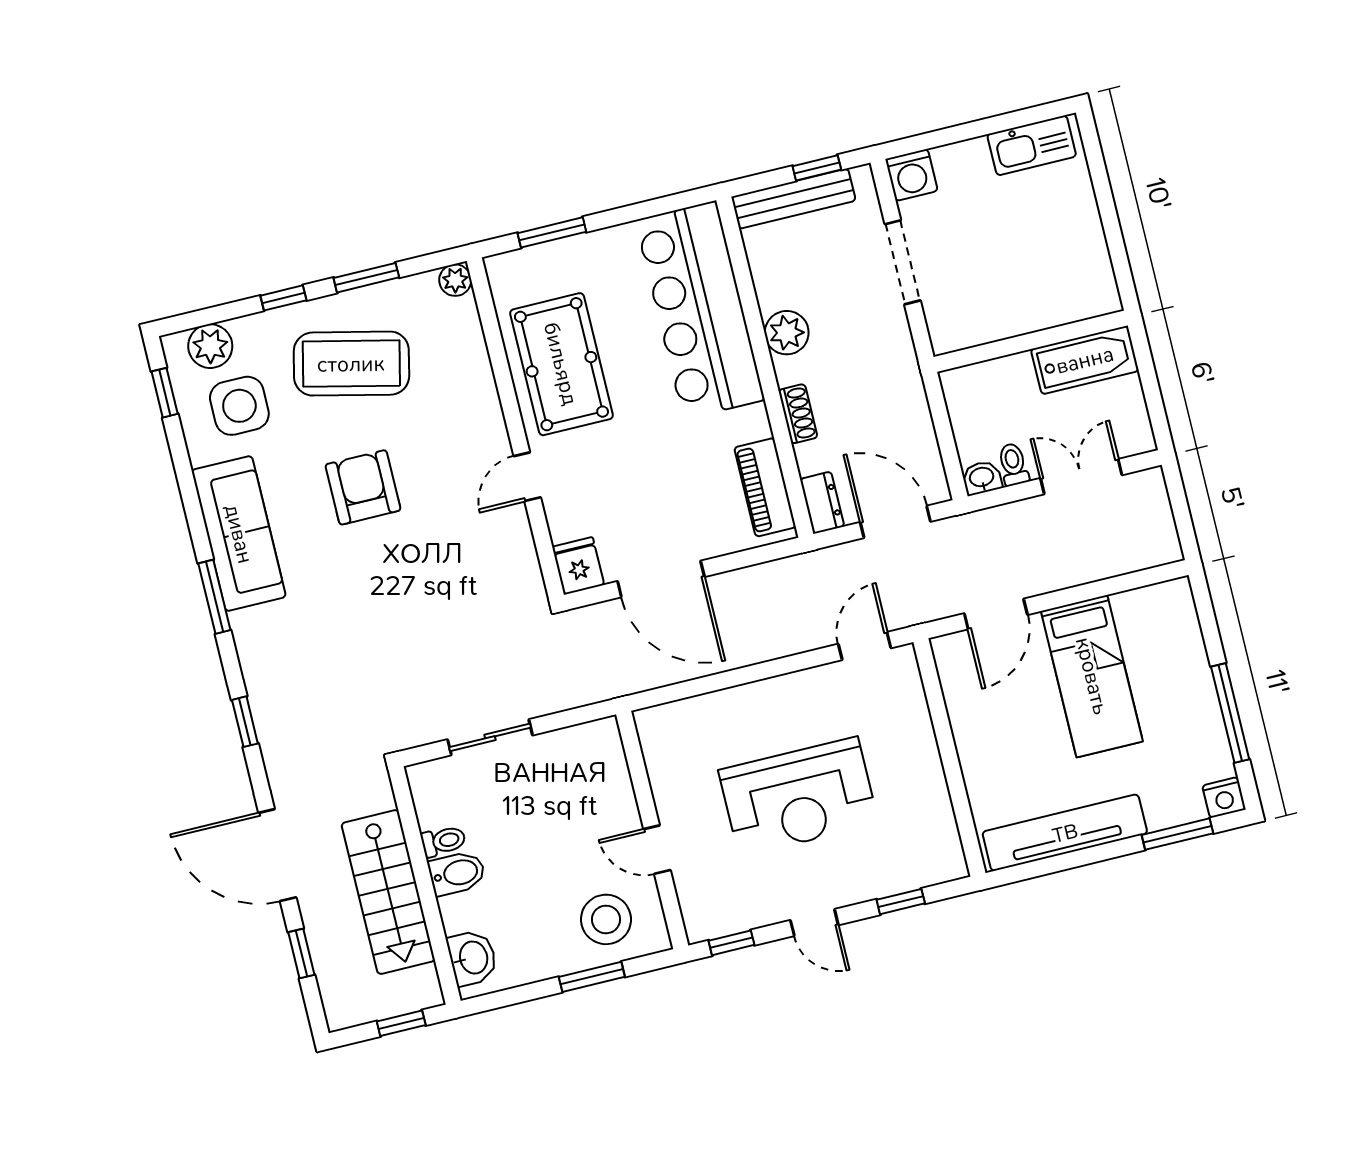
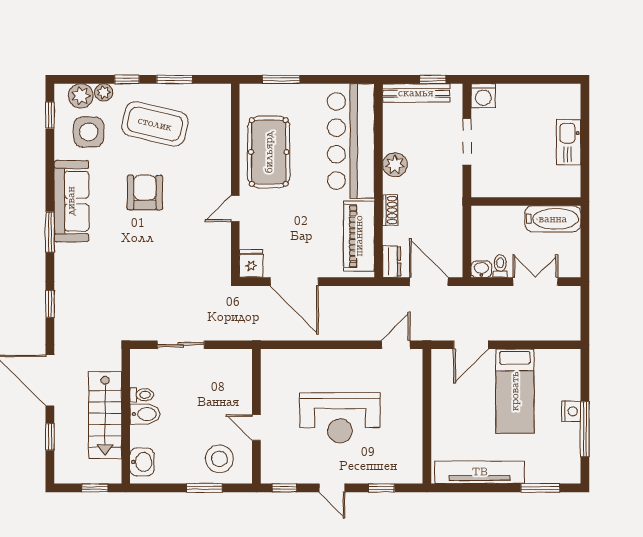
kitchen sink: (1032, 145) -> (569, 142), moved, turned 90
plant: (455, 280) -> (104, 92), moved
piano: (765, 487) -> (359, 236), width x1.37, depth x1.33
nightstand: (1224, 797) -> (571, 411), moved, turned -90

